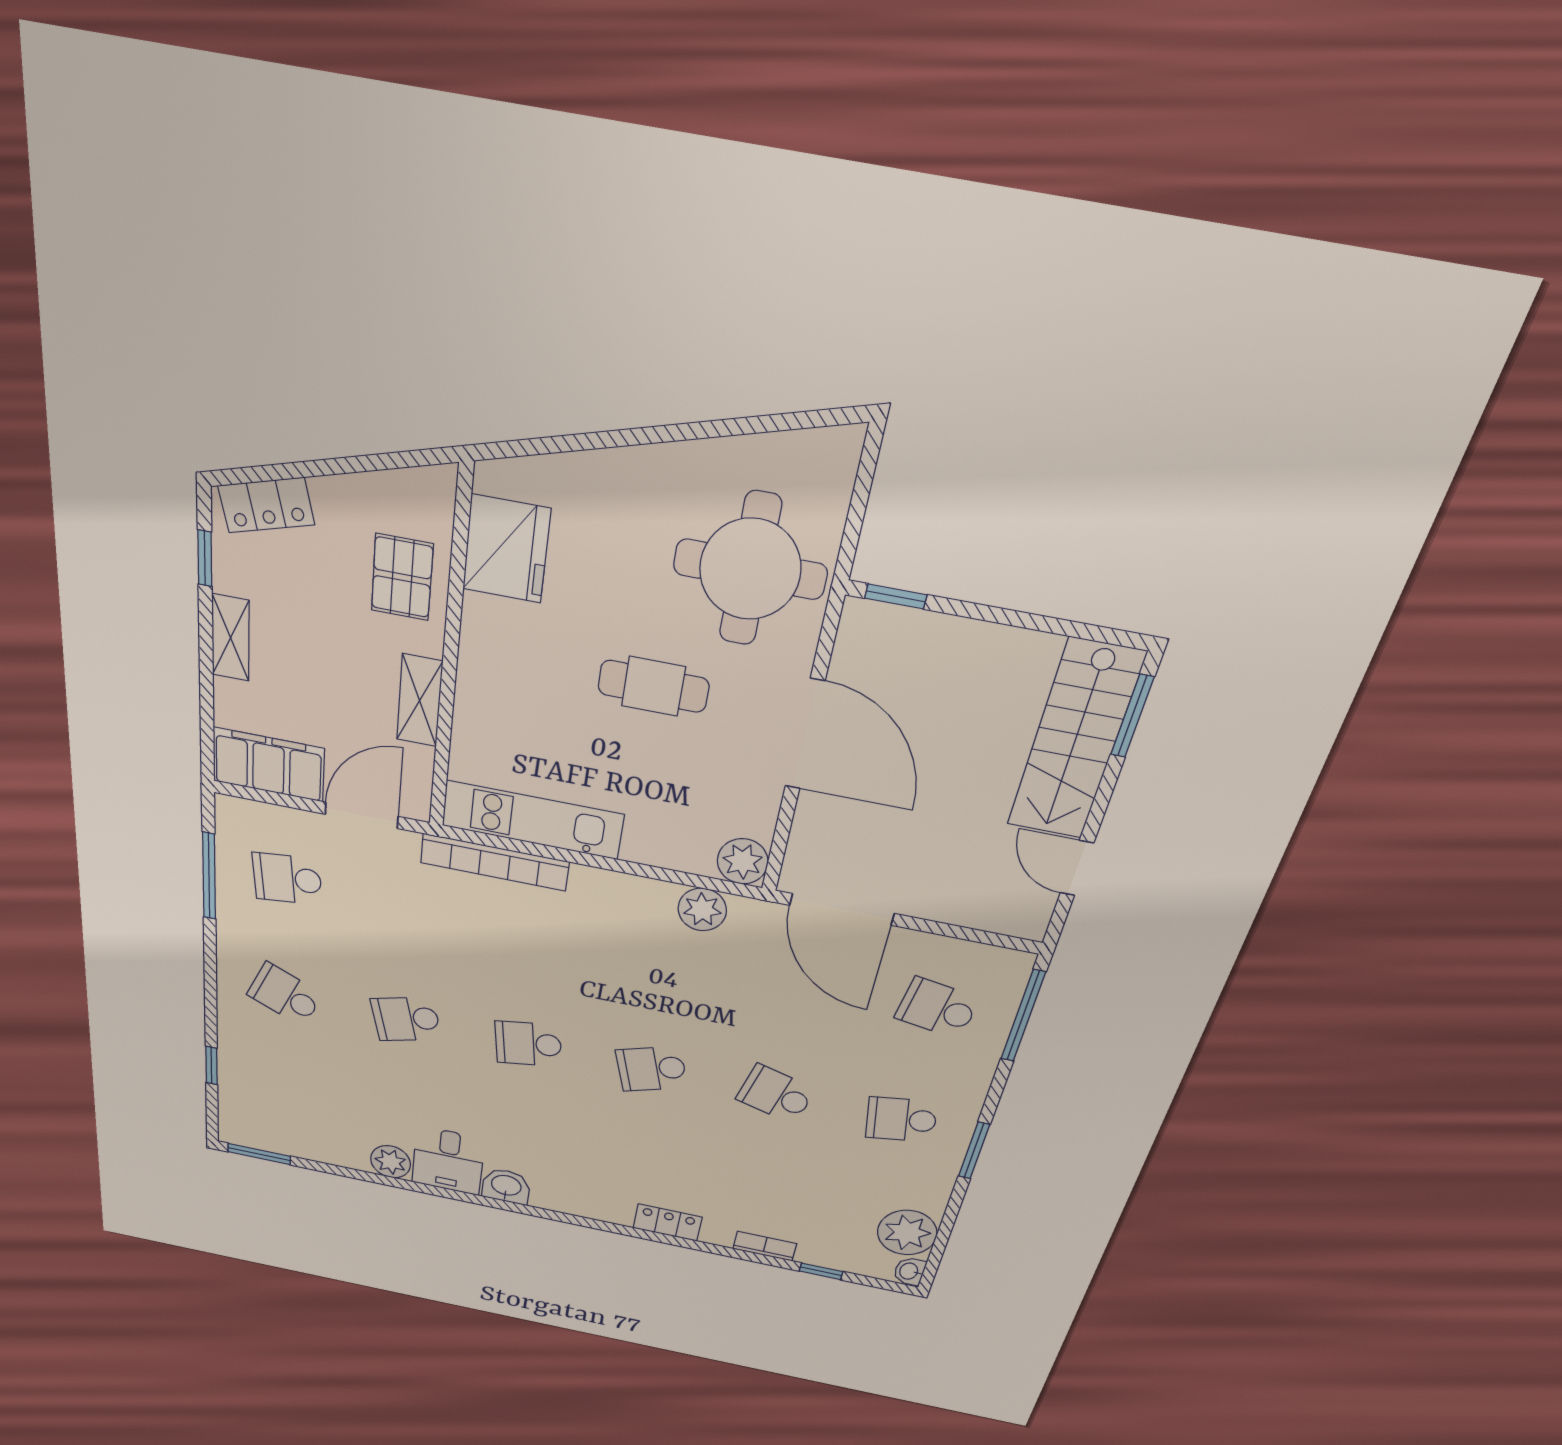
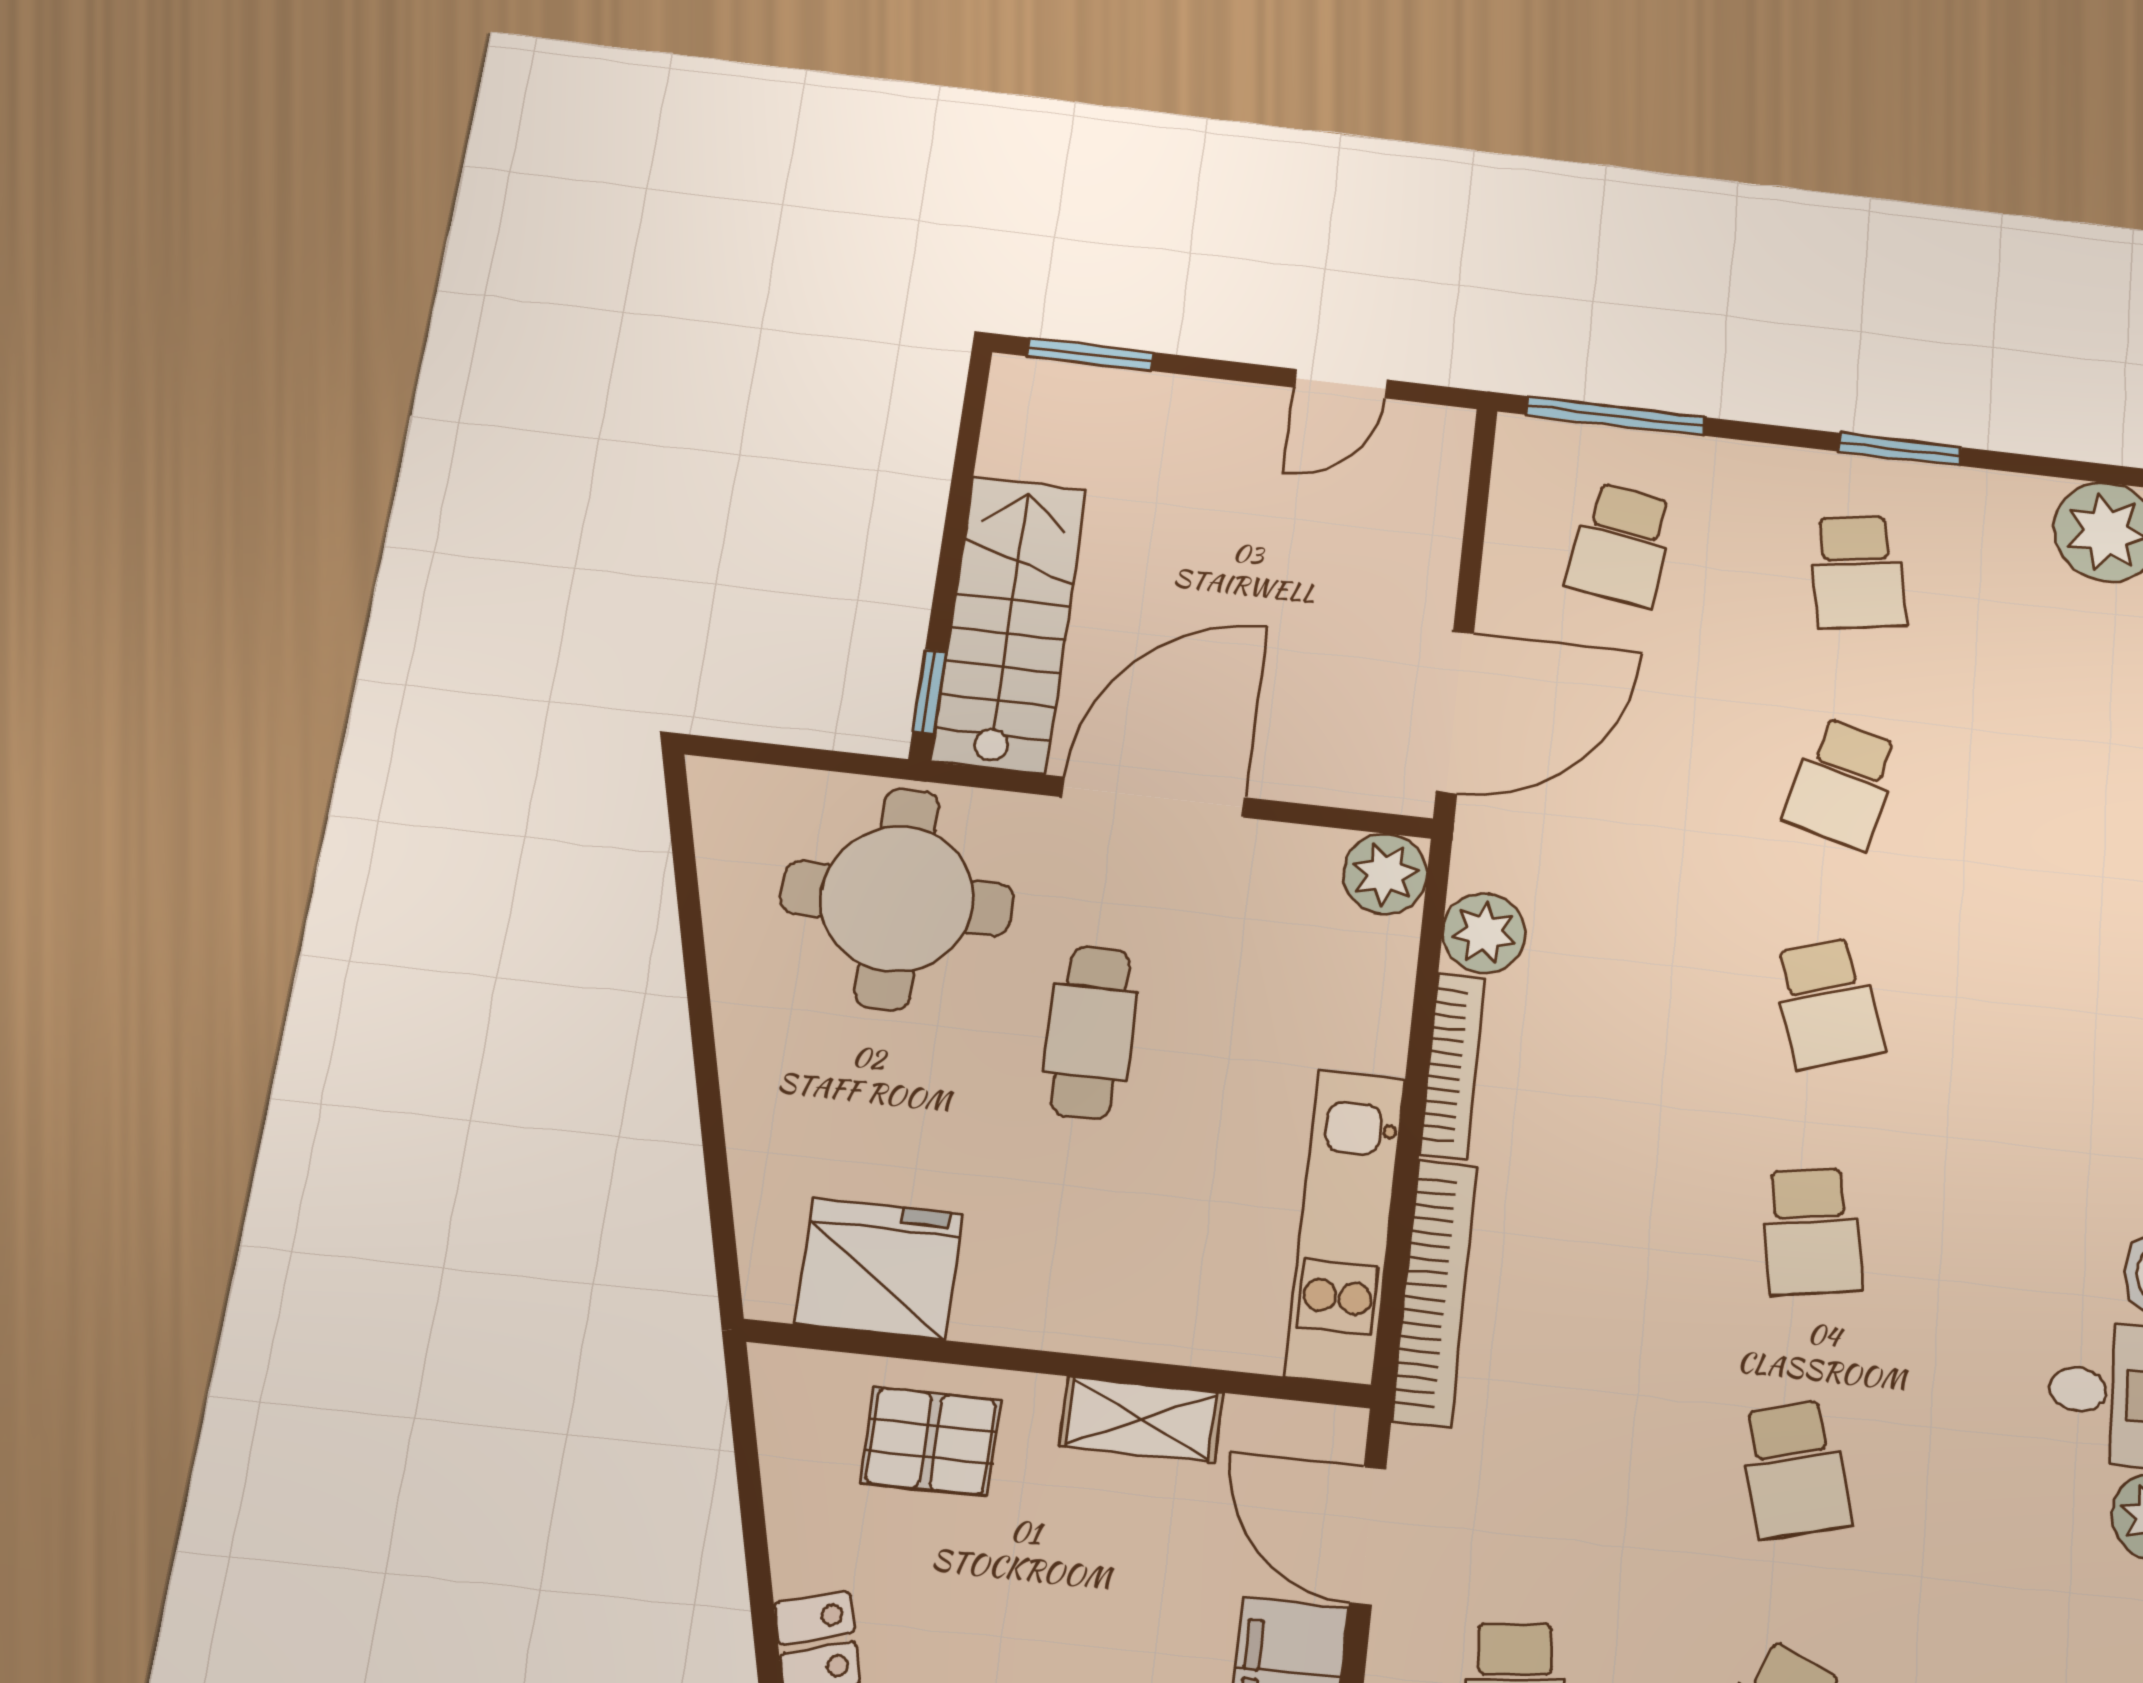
stairs: (1075, 740) -> (1009, 624), moved, turned -90
bookcase: (624, 885) -> (1452, 1066), added

